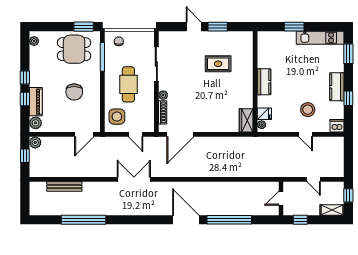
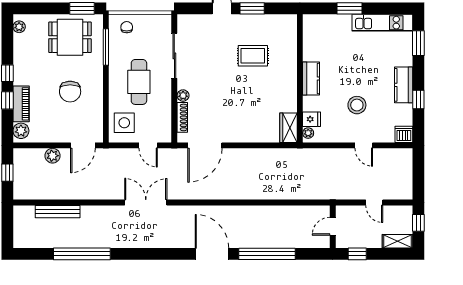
stool: (308, 110) -> (357, 105), moved
plant: (35, 142) -> (53, 156), moved

